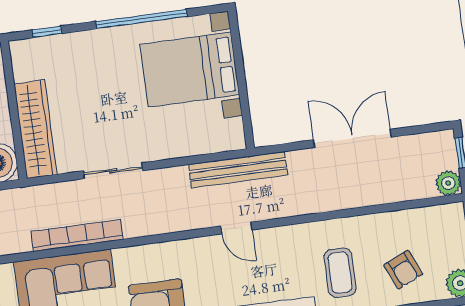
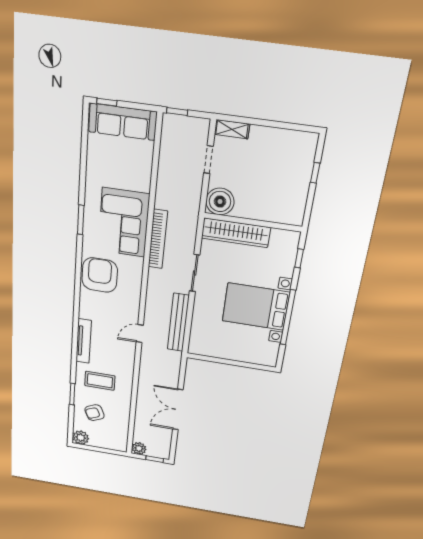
bed with nightstands: (190, 70) -> (256, 307), moved, turned -90
double door: (352, 138) -> (178, 410), swing flipped
bench: (238, 170) -> (178, 323), moved

